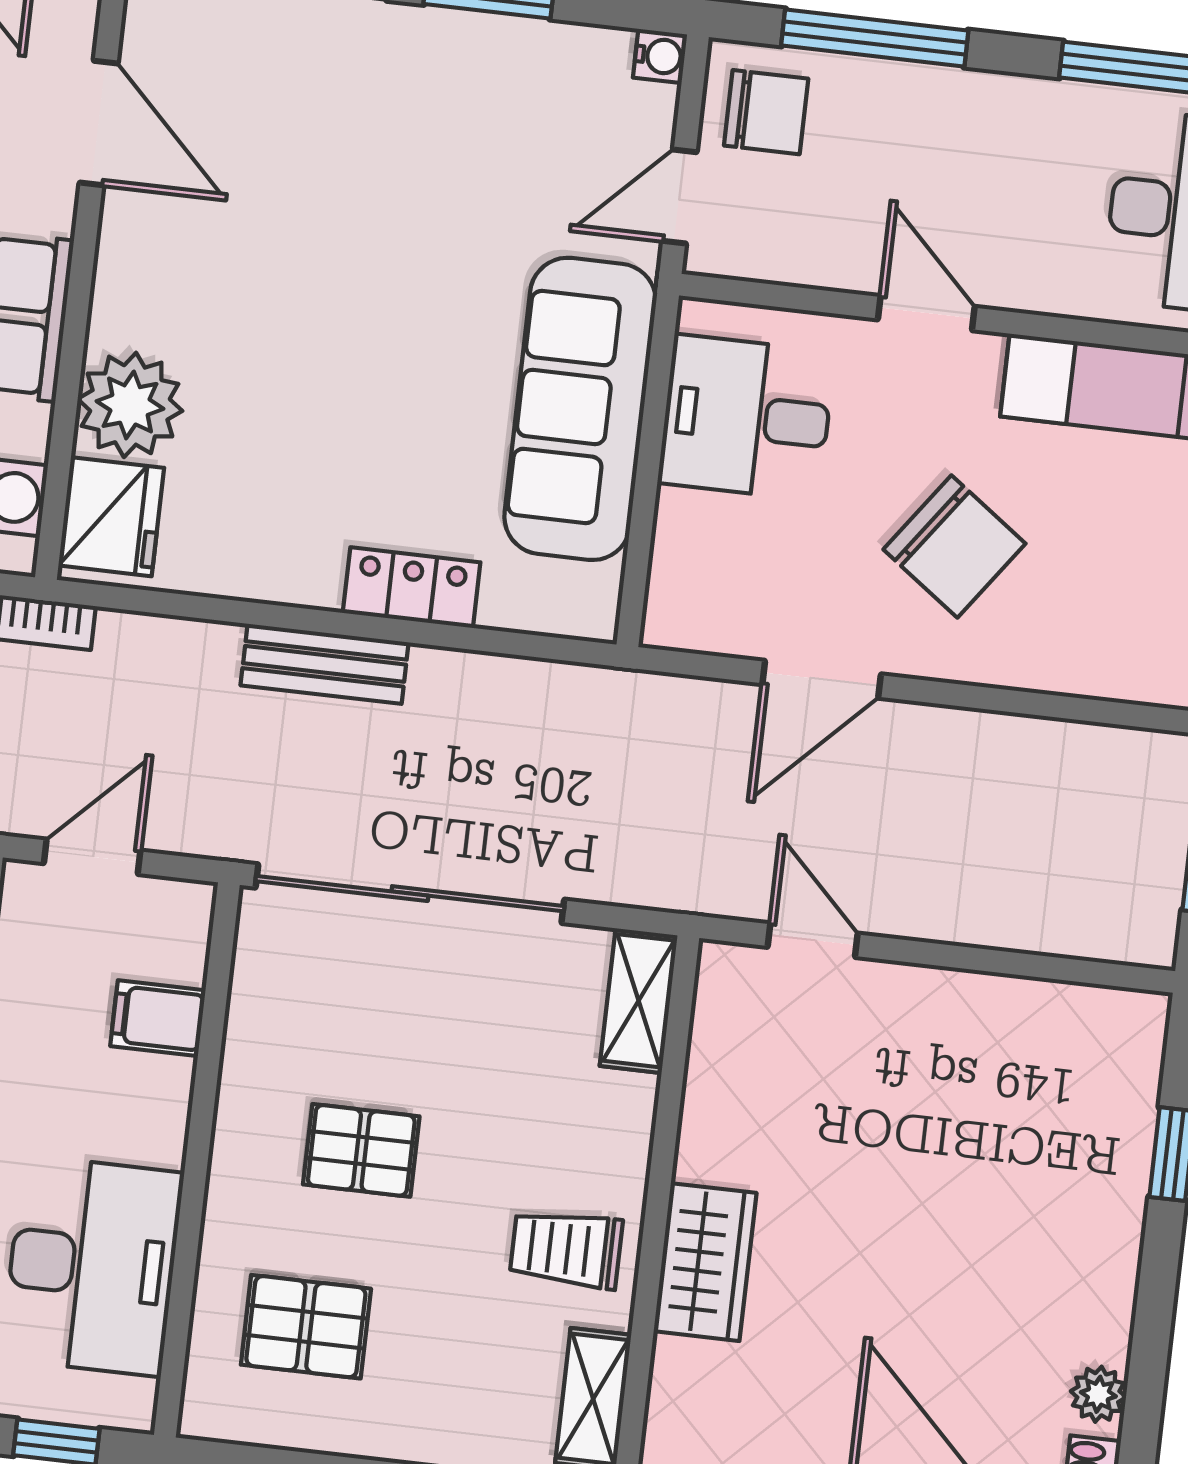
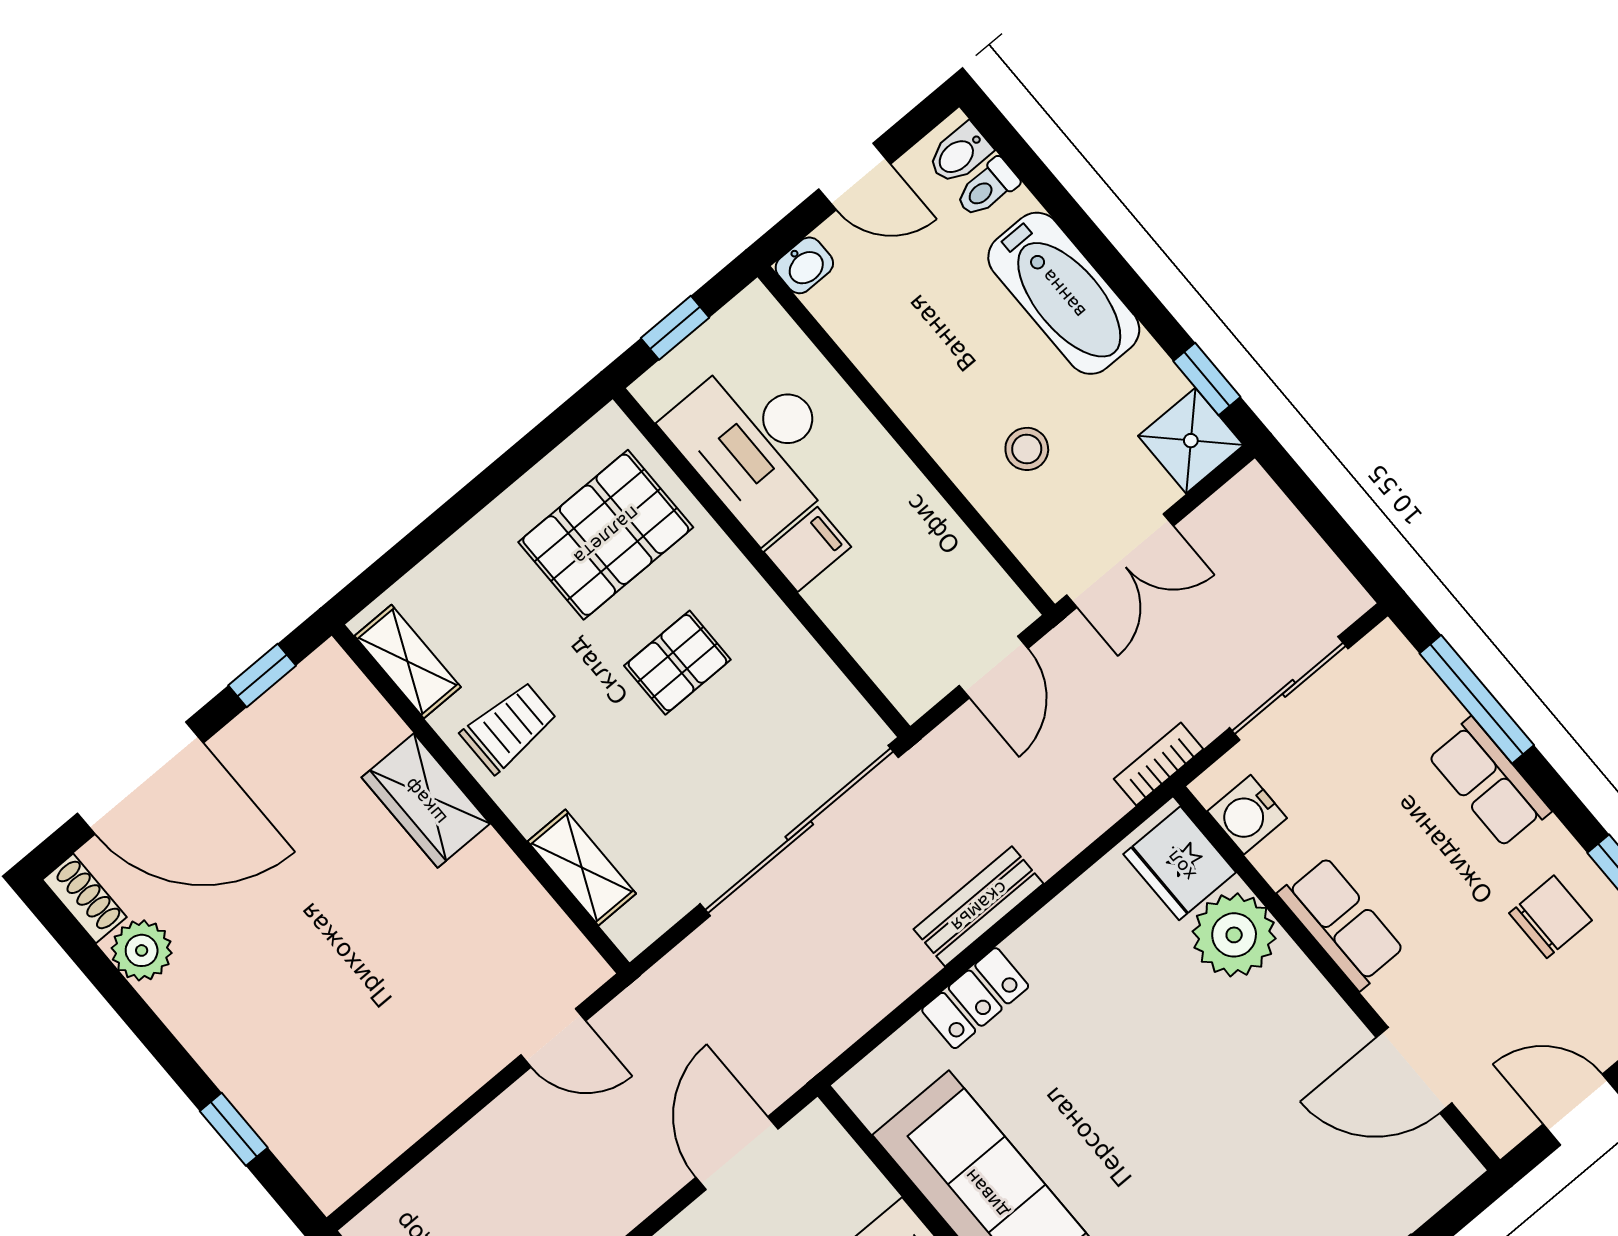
door: (822, 679) -> (737, 1153), moved
shelving: (639, 1001) -> (582, 867), moved
filing cabinet: (158, 1018) -> (807, 549), moved
pallet: (306, 1327) -> (606, 535), width x1.50, depth x1.42
plant: (1098, 1394) -> (142, 950), width x1.38, depth x1.38

